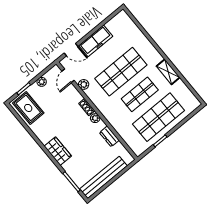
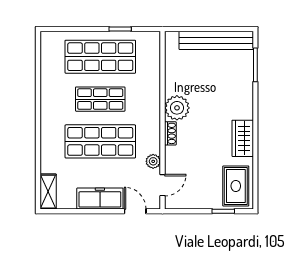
shelving: (168, 72) -> (48, 192), moved
plant: (42, 82) -> (197, 203), removed
plant: (95, 118) -> (177, 108), width x1.88, depth x1.88
dresser: (109, 136) -> (172, 80), removed
wardrobe: (58, 151) -> (243, 138), moved

